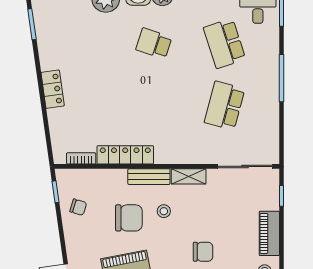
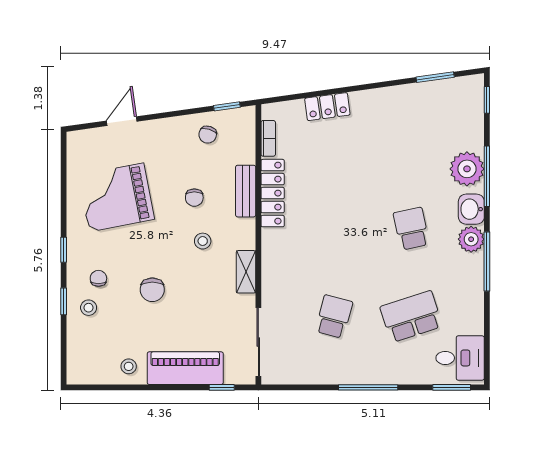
school desk: (154, 43) -> (411, 229), turned -30
locker: (53, 89) -> (327, 107), moved
school desk: (225, 106) -> (334, 317), width x0.54
bench: (149, 177) -> (246, 191), moved
chair: (129, 218) -> (194, 198), width x0.54, depth x0.54
piano: (269, 233) -> (185, 368), width x1.37, depth x1.33

